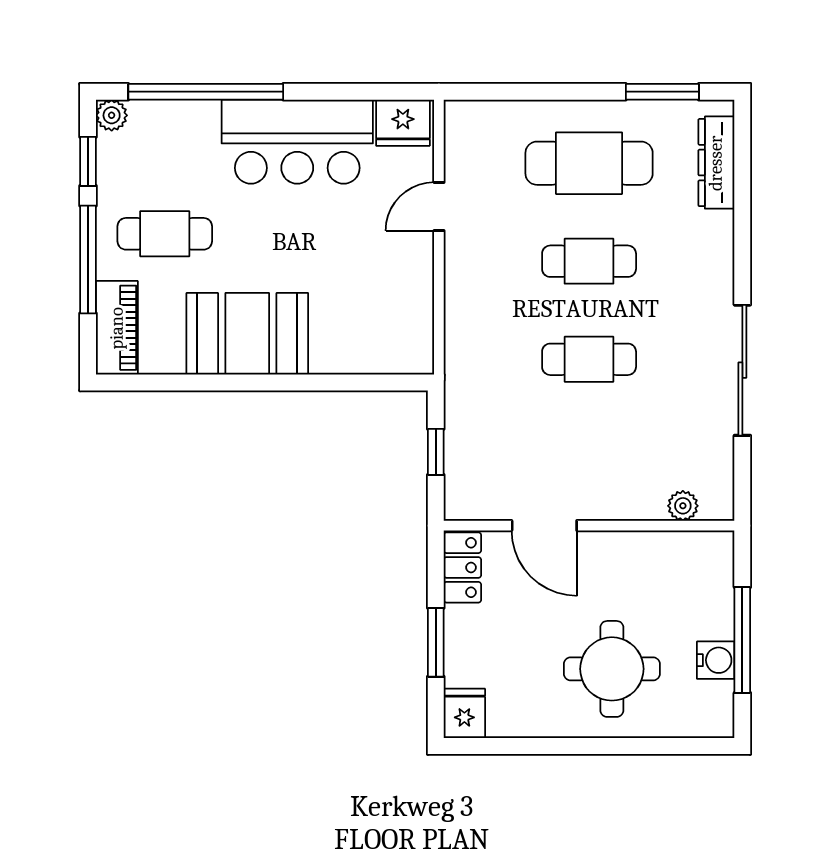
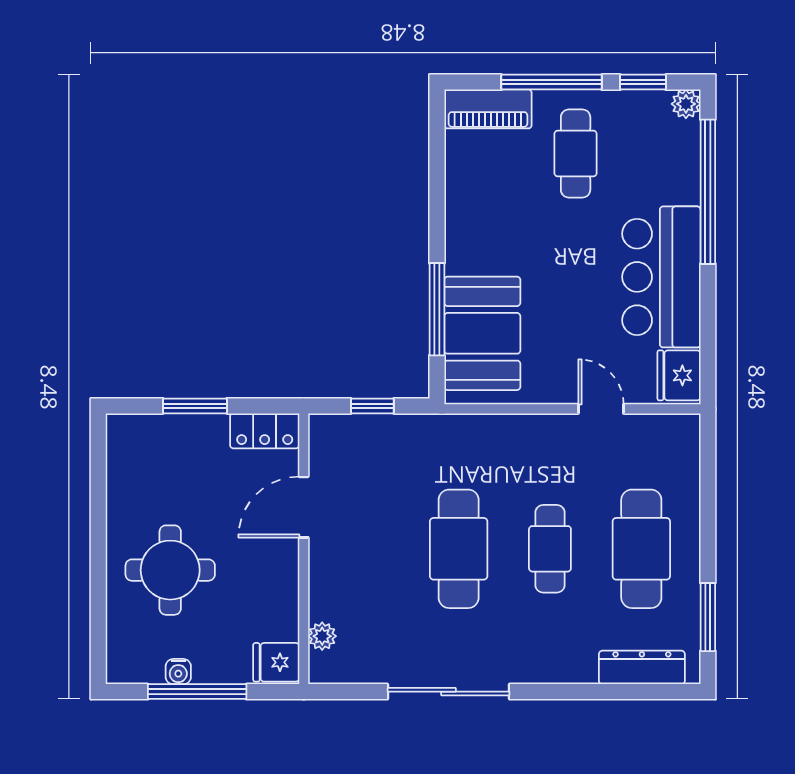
booth: (247, 334) -> (482, 333), moved
cafe table: (589, 359) -> (459, 549), width x1.37, depth x1.35
window: (332, 383) -> (437, 309), added
water cooler: (716, 660) -> (178, 672), width x0.72, depth x0.72
fridge: (464, 713) -> (276, 662), moved, turned 180

